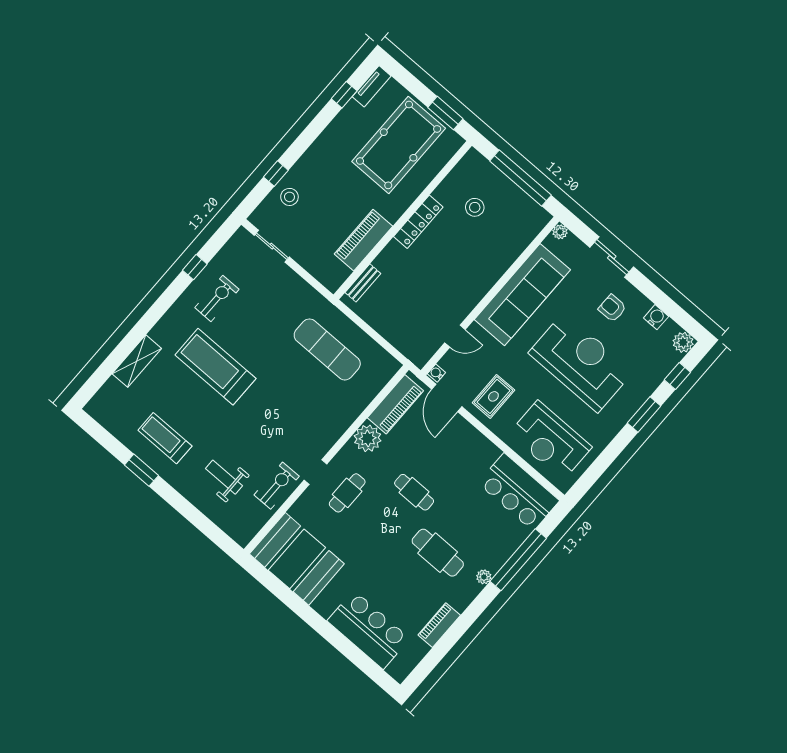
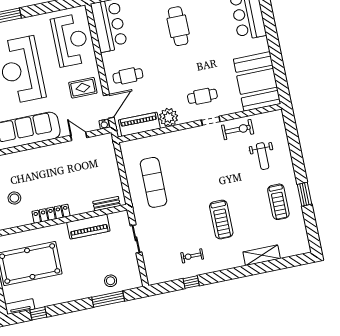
window: (276, 174) -> (108, 299), width x2.17
sliding door: (272, 246) -> (136, 239), moved
exercise bike: (217, 298) -> (192, 256), width x0.73, depth x0.72
treadmill: (215, 367) -> (221, 220), width x0.73, depth x0.73
exercise bike: (277, 486) -> (238, 130), turned 180
cafe table: (414, 492) -> (128, 76), moved, turned 90

